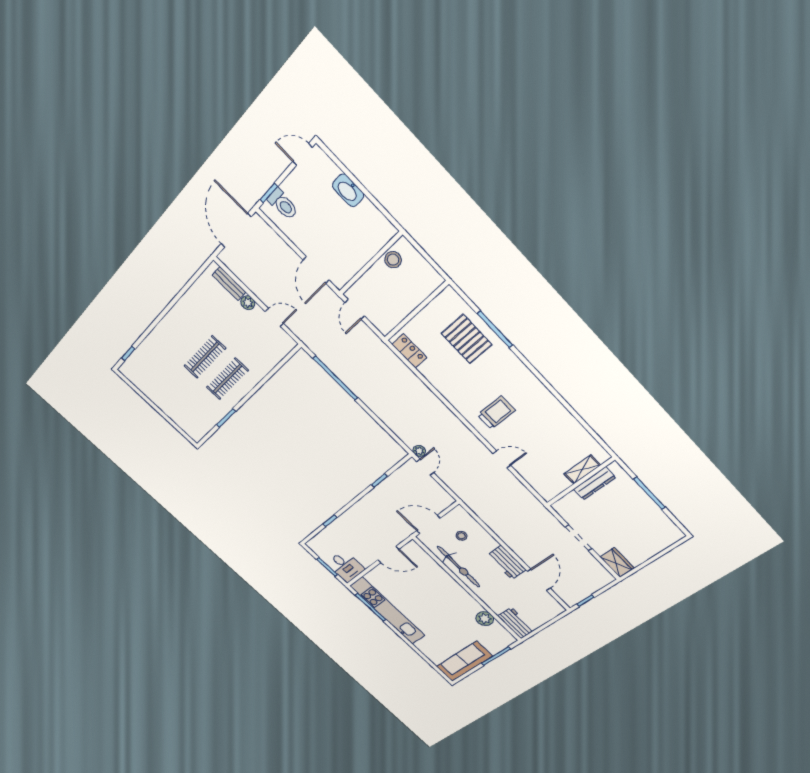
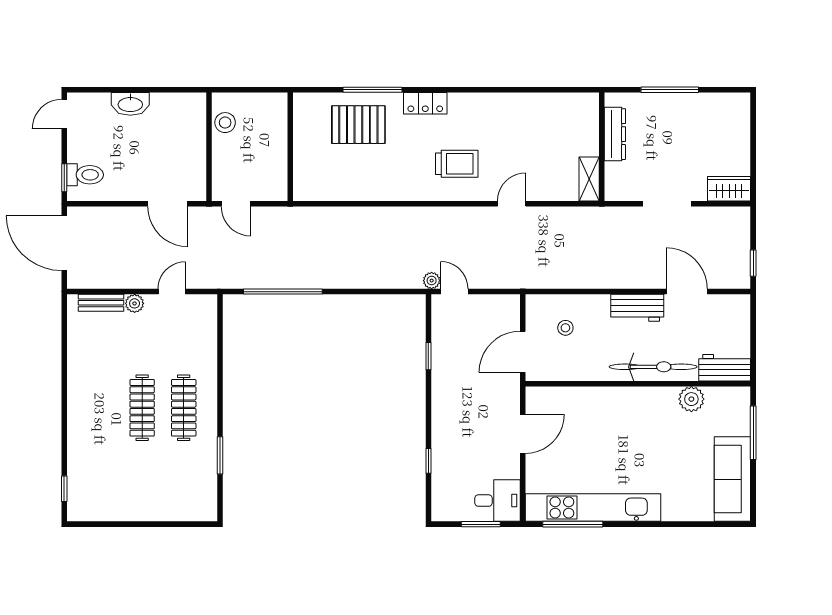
locker: (409, 351) -> (425, 103), moved, turned 180
trolley: (496, 413) -> (457, 164), turned 90
shelving: (582, 470) -> (589, 179), moved
bicycle: (459, 567) -> (653, 367), moved

